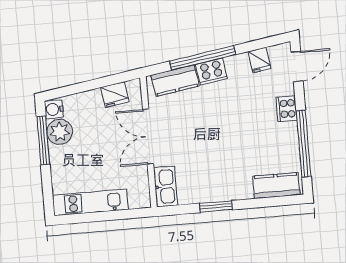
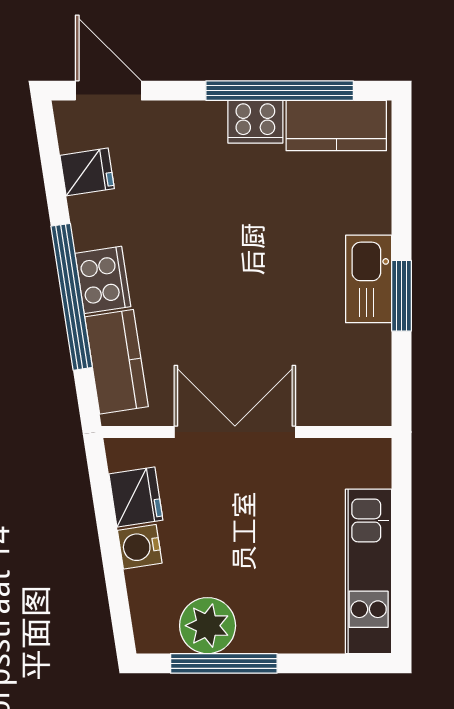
water cooler: (54, 109) -> (140, 547), moved, turned 81
cooker: (286, 109) -> (255, 122), moved
double door: (148, 137) -> (235, 432), swing flipped
kitchen counter: (276, 186) -> (336, 126), moved, turned -90
kitchen sink: (165, 187) -> (369, 279), moved, turned -90

